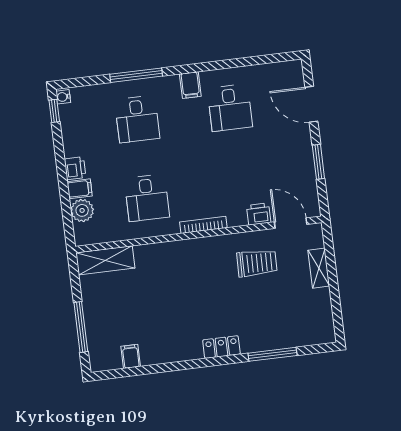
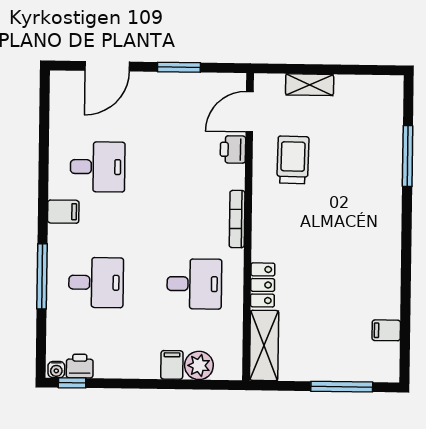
printer: (75, 168) -> (80, 366), moved
locker: (221, 347) -> (263, 285), moved, turned 180

